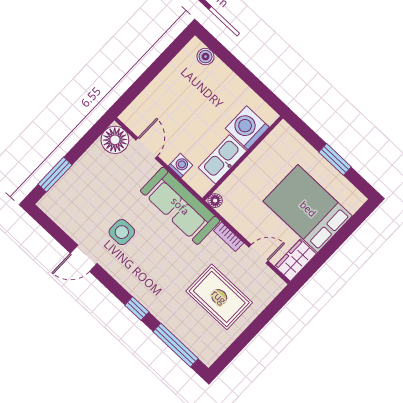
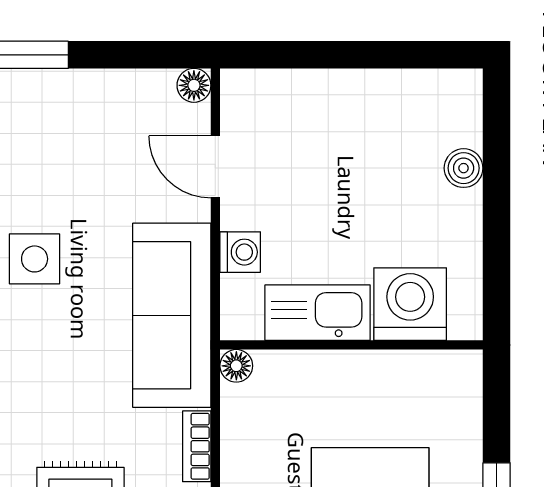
boiler: (205, 57) -> (464, 168), moved
floor lamp: (115, 140) -> (194, 85), width x0.53, depth x0.53
door: (147, 148) -> (215, 167), swing flipped

